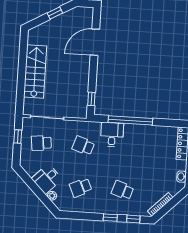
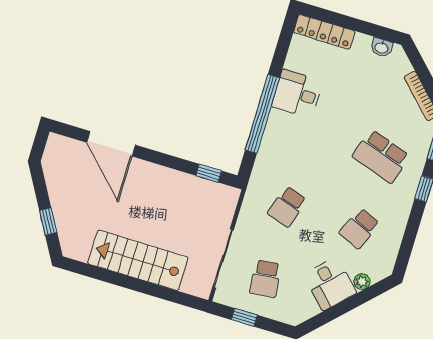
window: (55, 13) -> (48, 222), moved
desk: (112, 135) -> (297, 94), moved
school desk: (81, 188) -> (359, 228), turned 48
school desk: (122, 190) -> (381, 156), width x1.85

